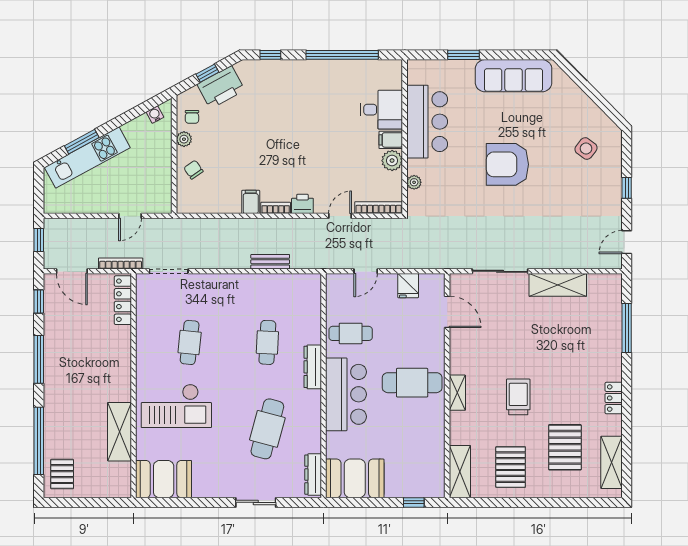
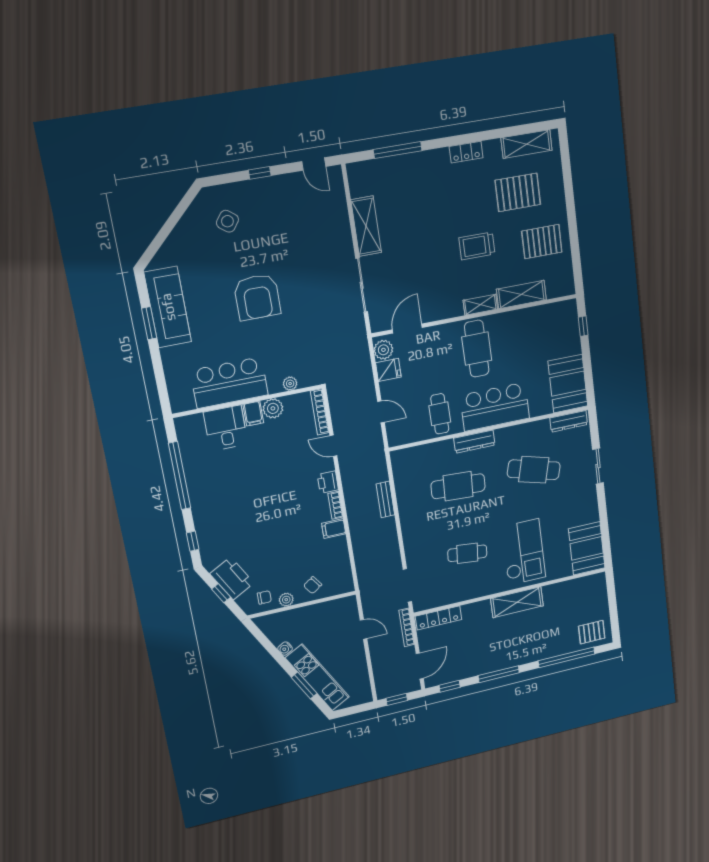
window: (464, 55) -> (149, 323), moved
water cooler: (155, 115) -> (285, 649), moved
plant: (430, 284) -> (383, 350), added
cafe table: (267, 342) -> (458, 486), width x1.37, depth x1.35
shelving: (119, 432) -> (517, 602), moved
shelving: (460, 472) -> (521, 294), moved

